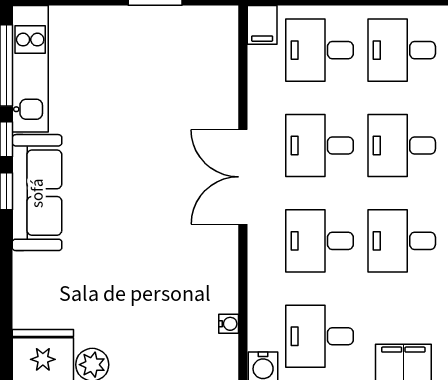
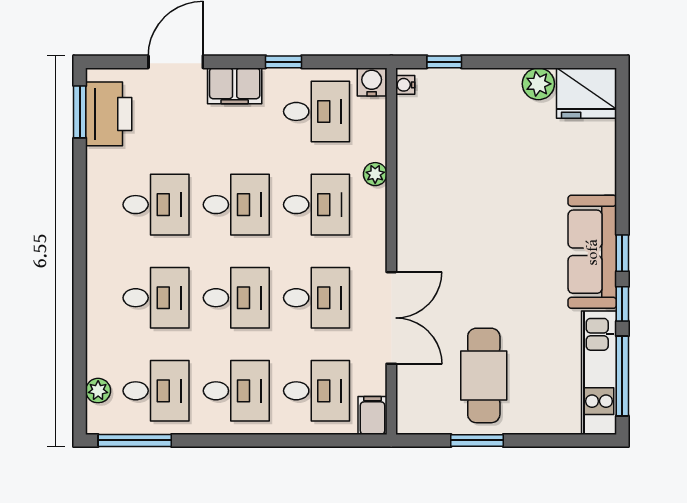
cafe table: (148, 66) -> (484, 375), added
double door: (243, 177) -> (391, 318), moved
plant: (259, 272) -> (375, 174), added
water cooler: (229, 324) -> (405, 85), moved

